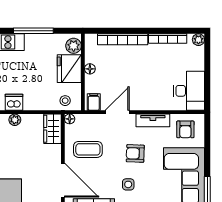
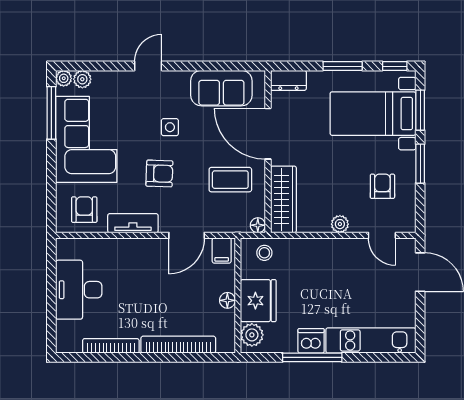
plant: (198, 40) -> (65, 344), removed
desk: (189, 91) -> (79, 290), moved
dishwasher: (14, 102) -> (311, 341), moved, turned 180
wardrobe: (52, 129) -> (283, 199), width x1.50

